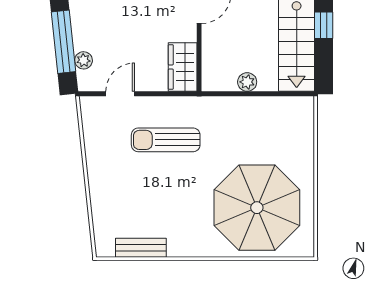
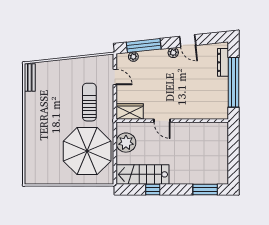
plant: (247, 82) -> (126, 143), width x1.87, depth x1.87
parasol: (257, 208) -> (87, 151), moved
bench: (141, 248) -> (30, 78), moved

